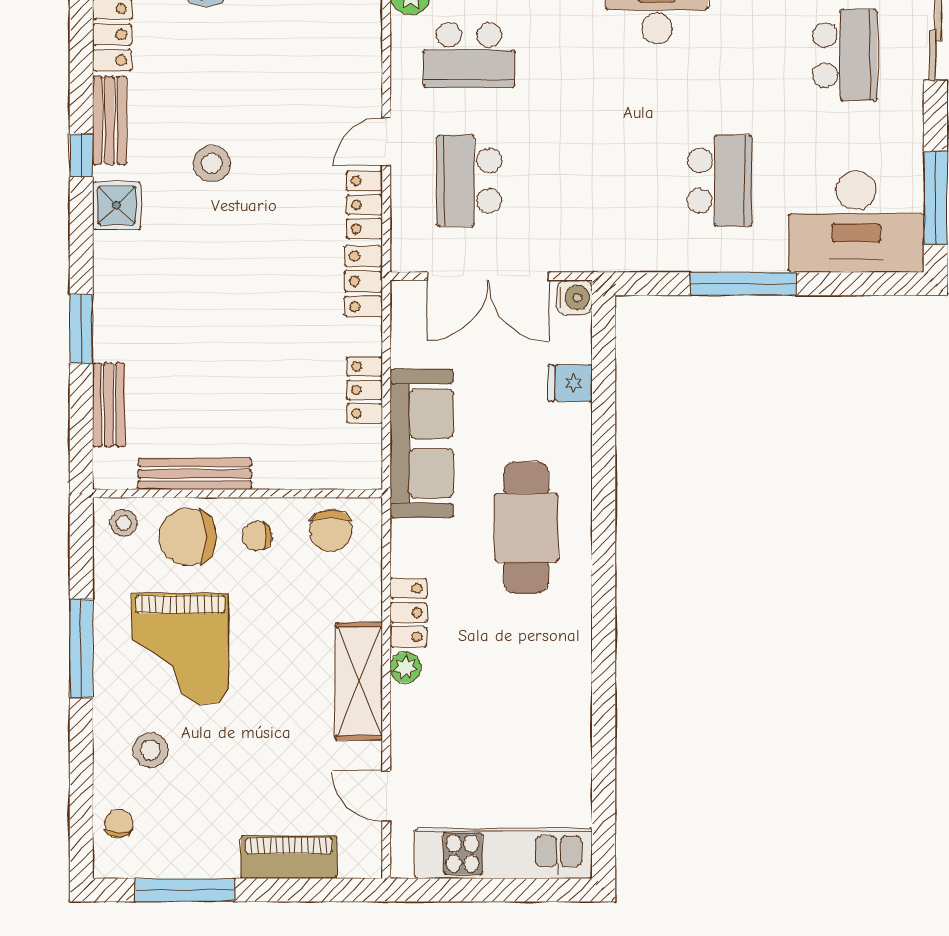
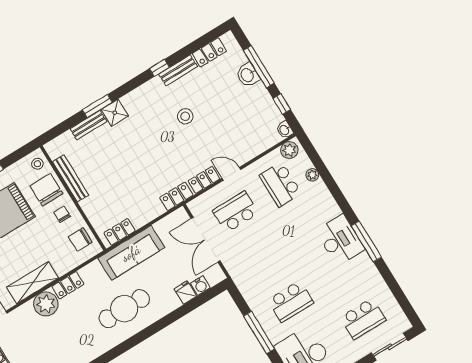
shower: (117, 205) -> (115, 113), moved
water cooler: (575, 298) -> (200, 286), moved
locker: (365, 390) -> (120, 232), moved
bench: (109, 405) -> (88, 125), moved
plant: (406, 667) -> (46, 304), width x1.87, depth x1.87

